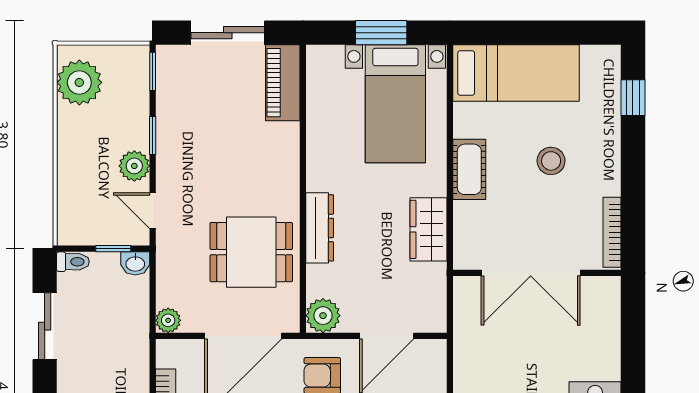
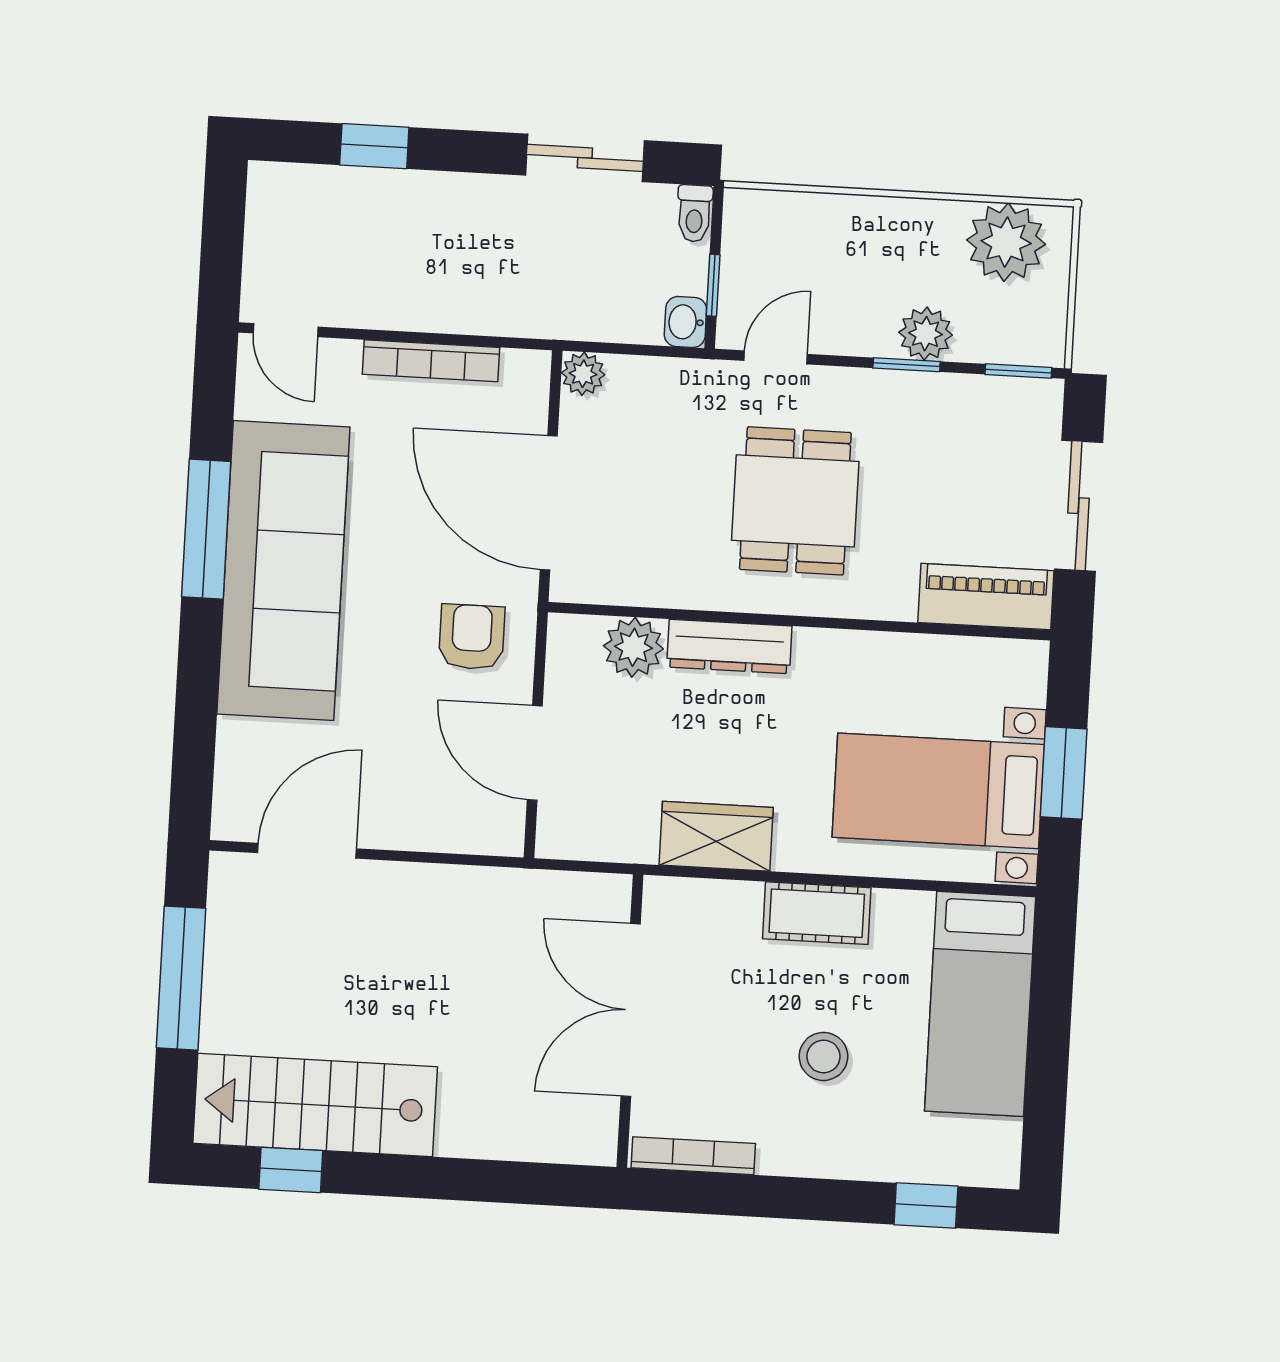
plant: (134, 166) -> (926, 334), moved
dining table: (251, 252) -> (795, 501), moved
plant: (323, 316) -> (633, 647), moved

